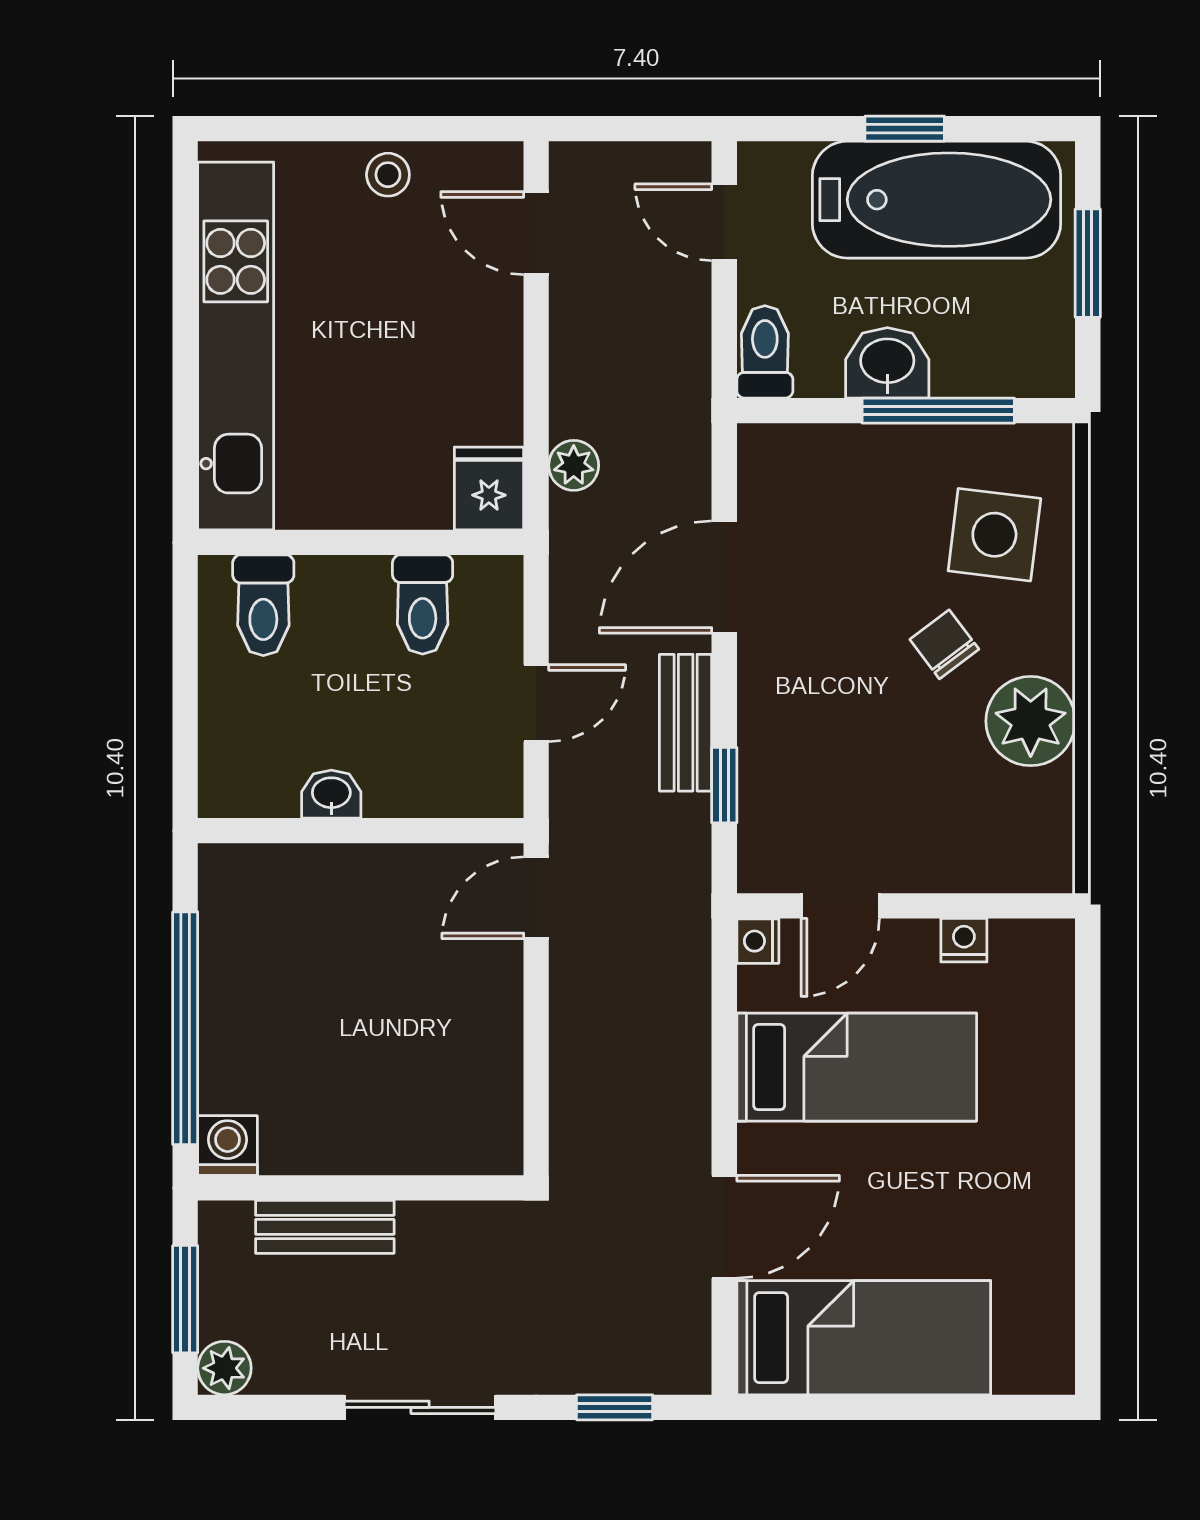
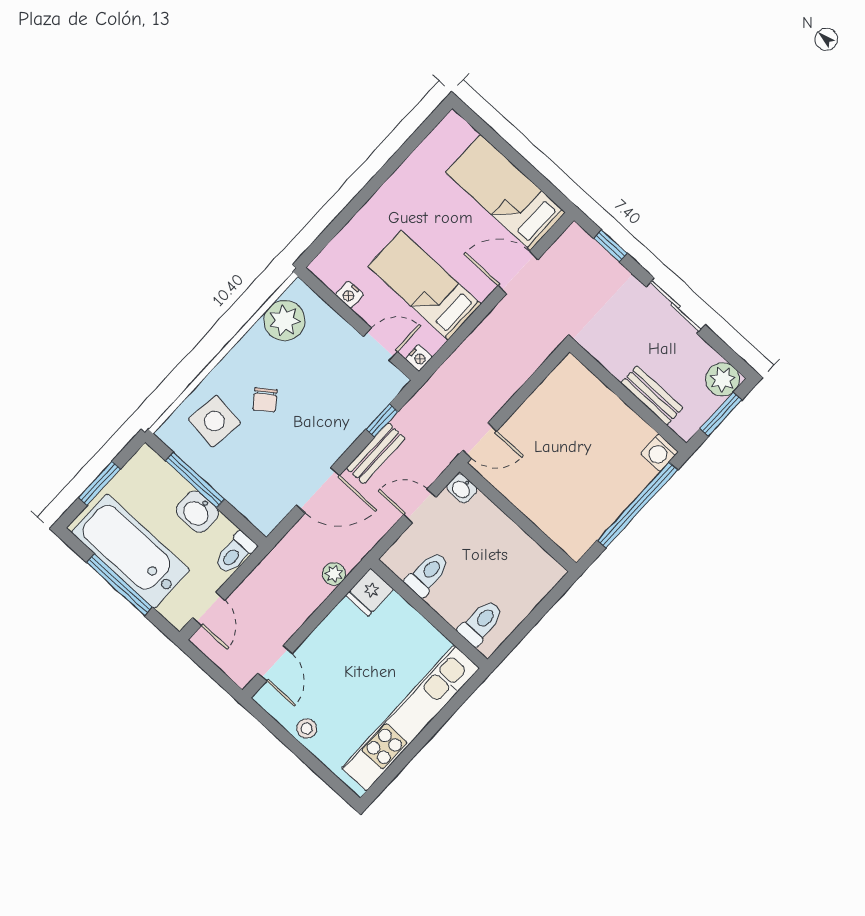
window: (905, 129) -> (119, 585), width x2.17
plant: (1031, 721) -> (284, 321), moved
washbasin: (331, 794) -> (462, 488), moved
plant: (224, 1368) -> (723, 379), width x1.38, depth x1.38

